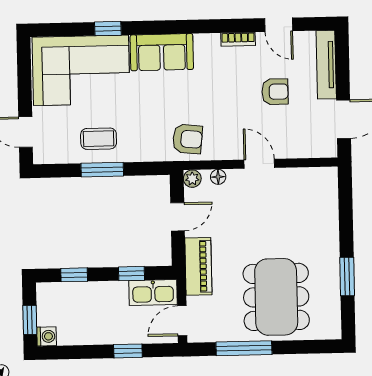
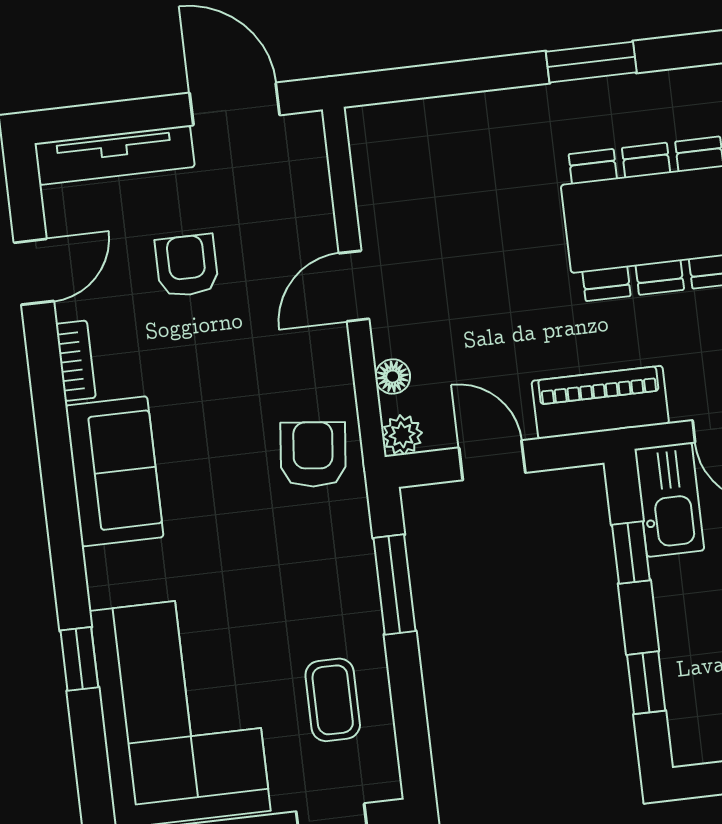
sofa: (162, 52) -> (114, 471), moved
coffee table: (99, 139) -> (333, 700), moved
window: (102, 170) -> (394, 585), moved

